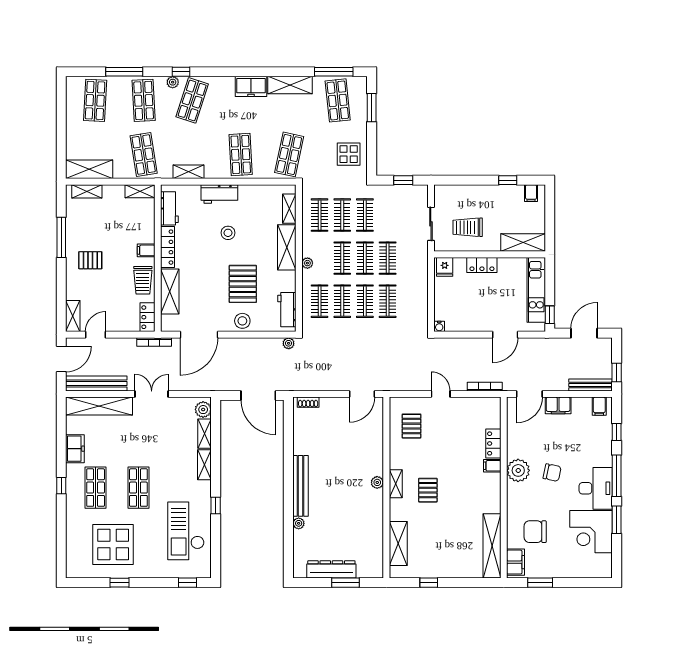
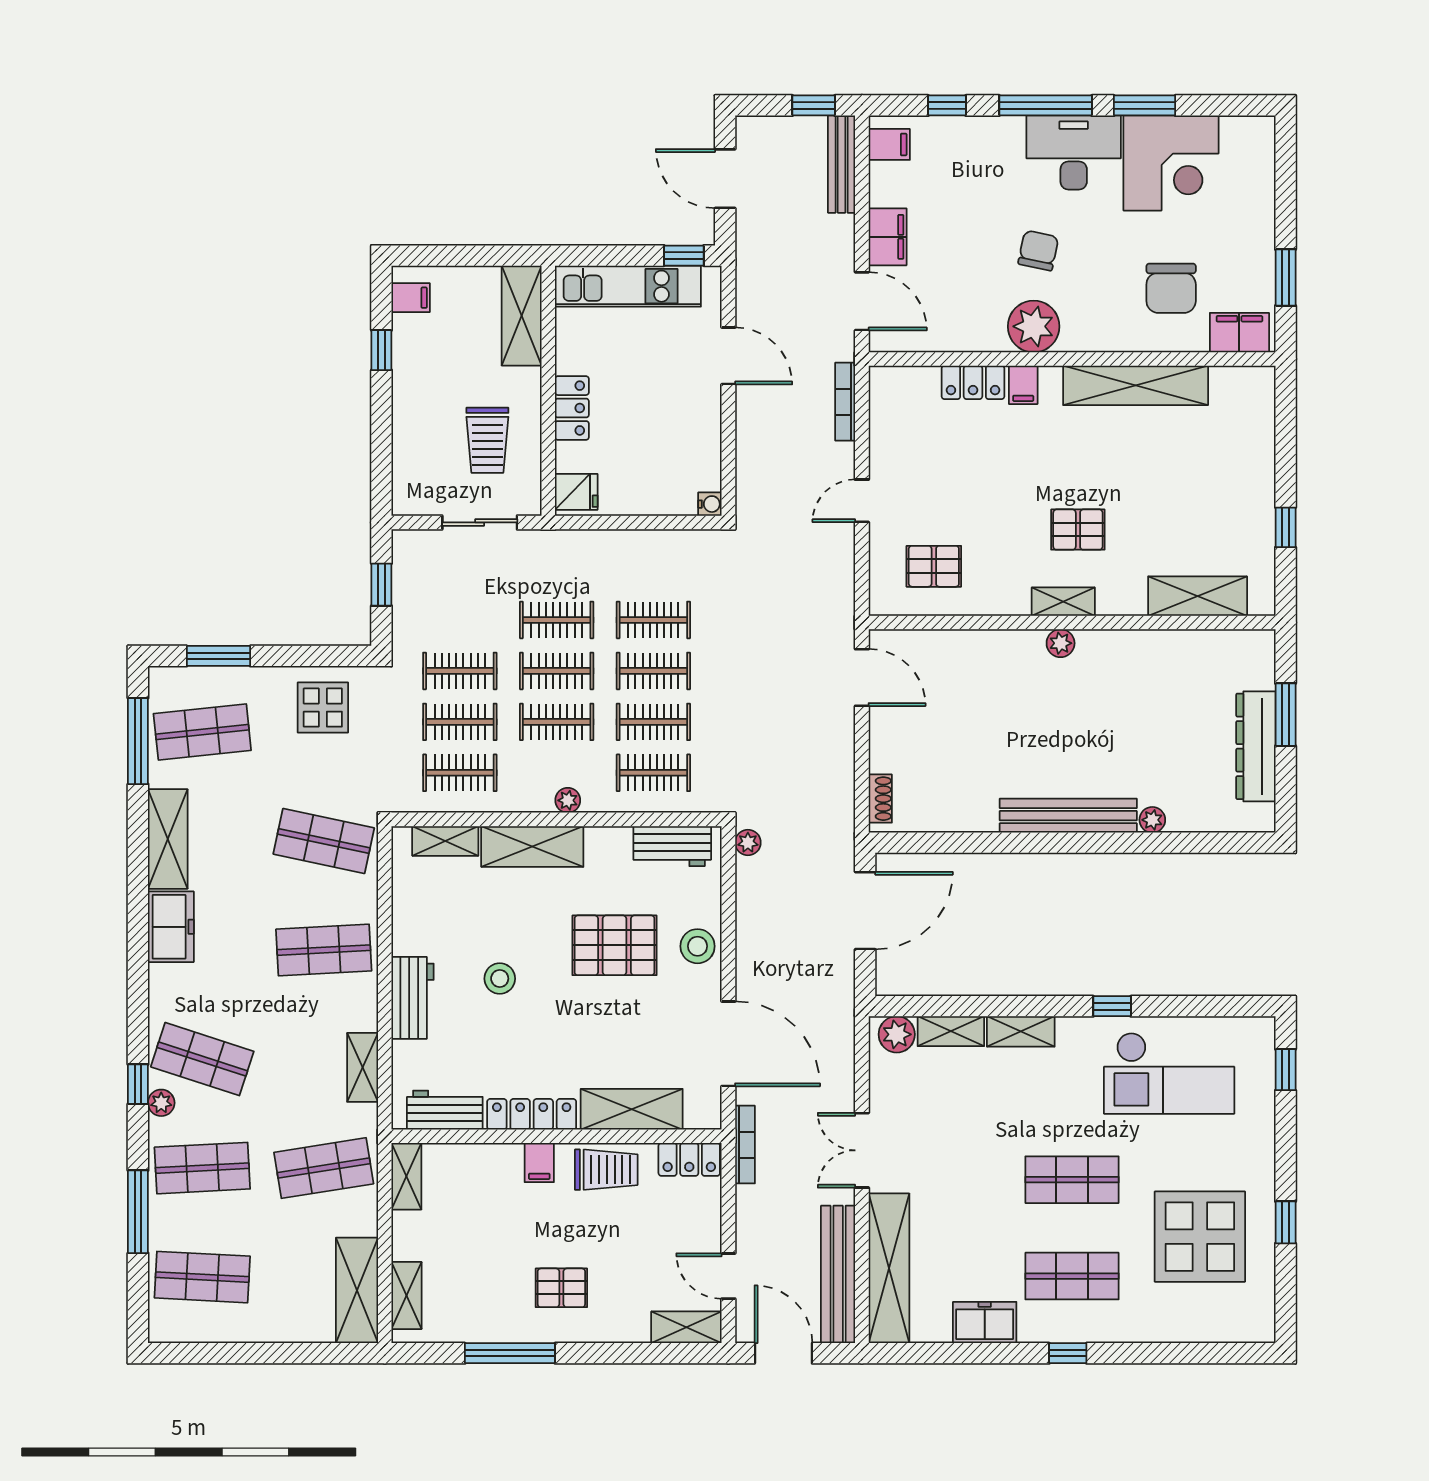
pallet: (90, 260) -> (561, 1288), turned 90
shelving: (492, 546) -> (1136, 385), moved

